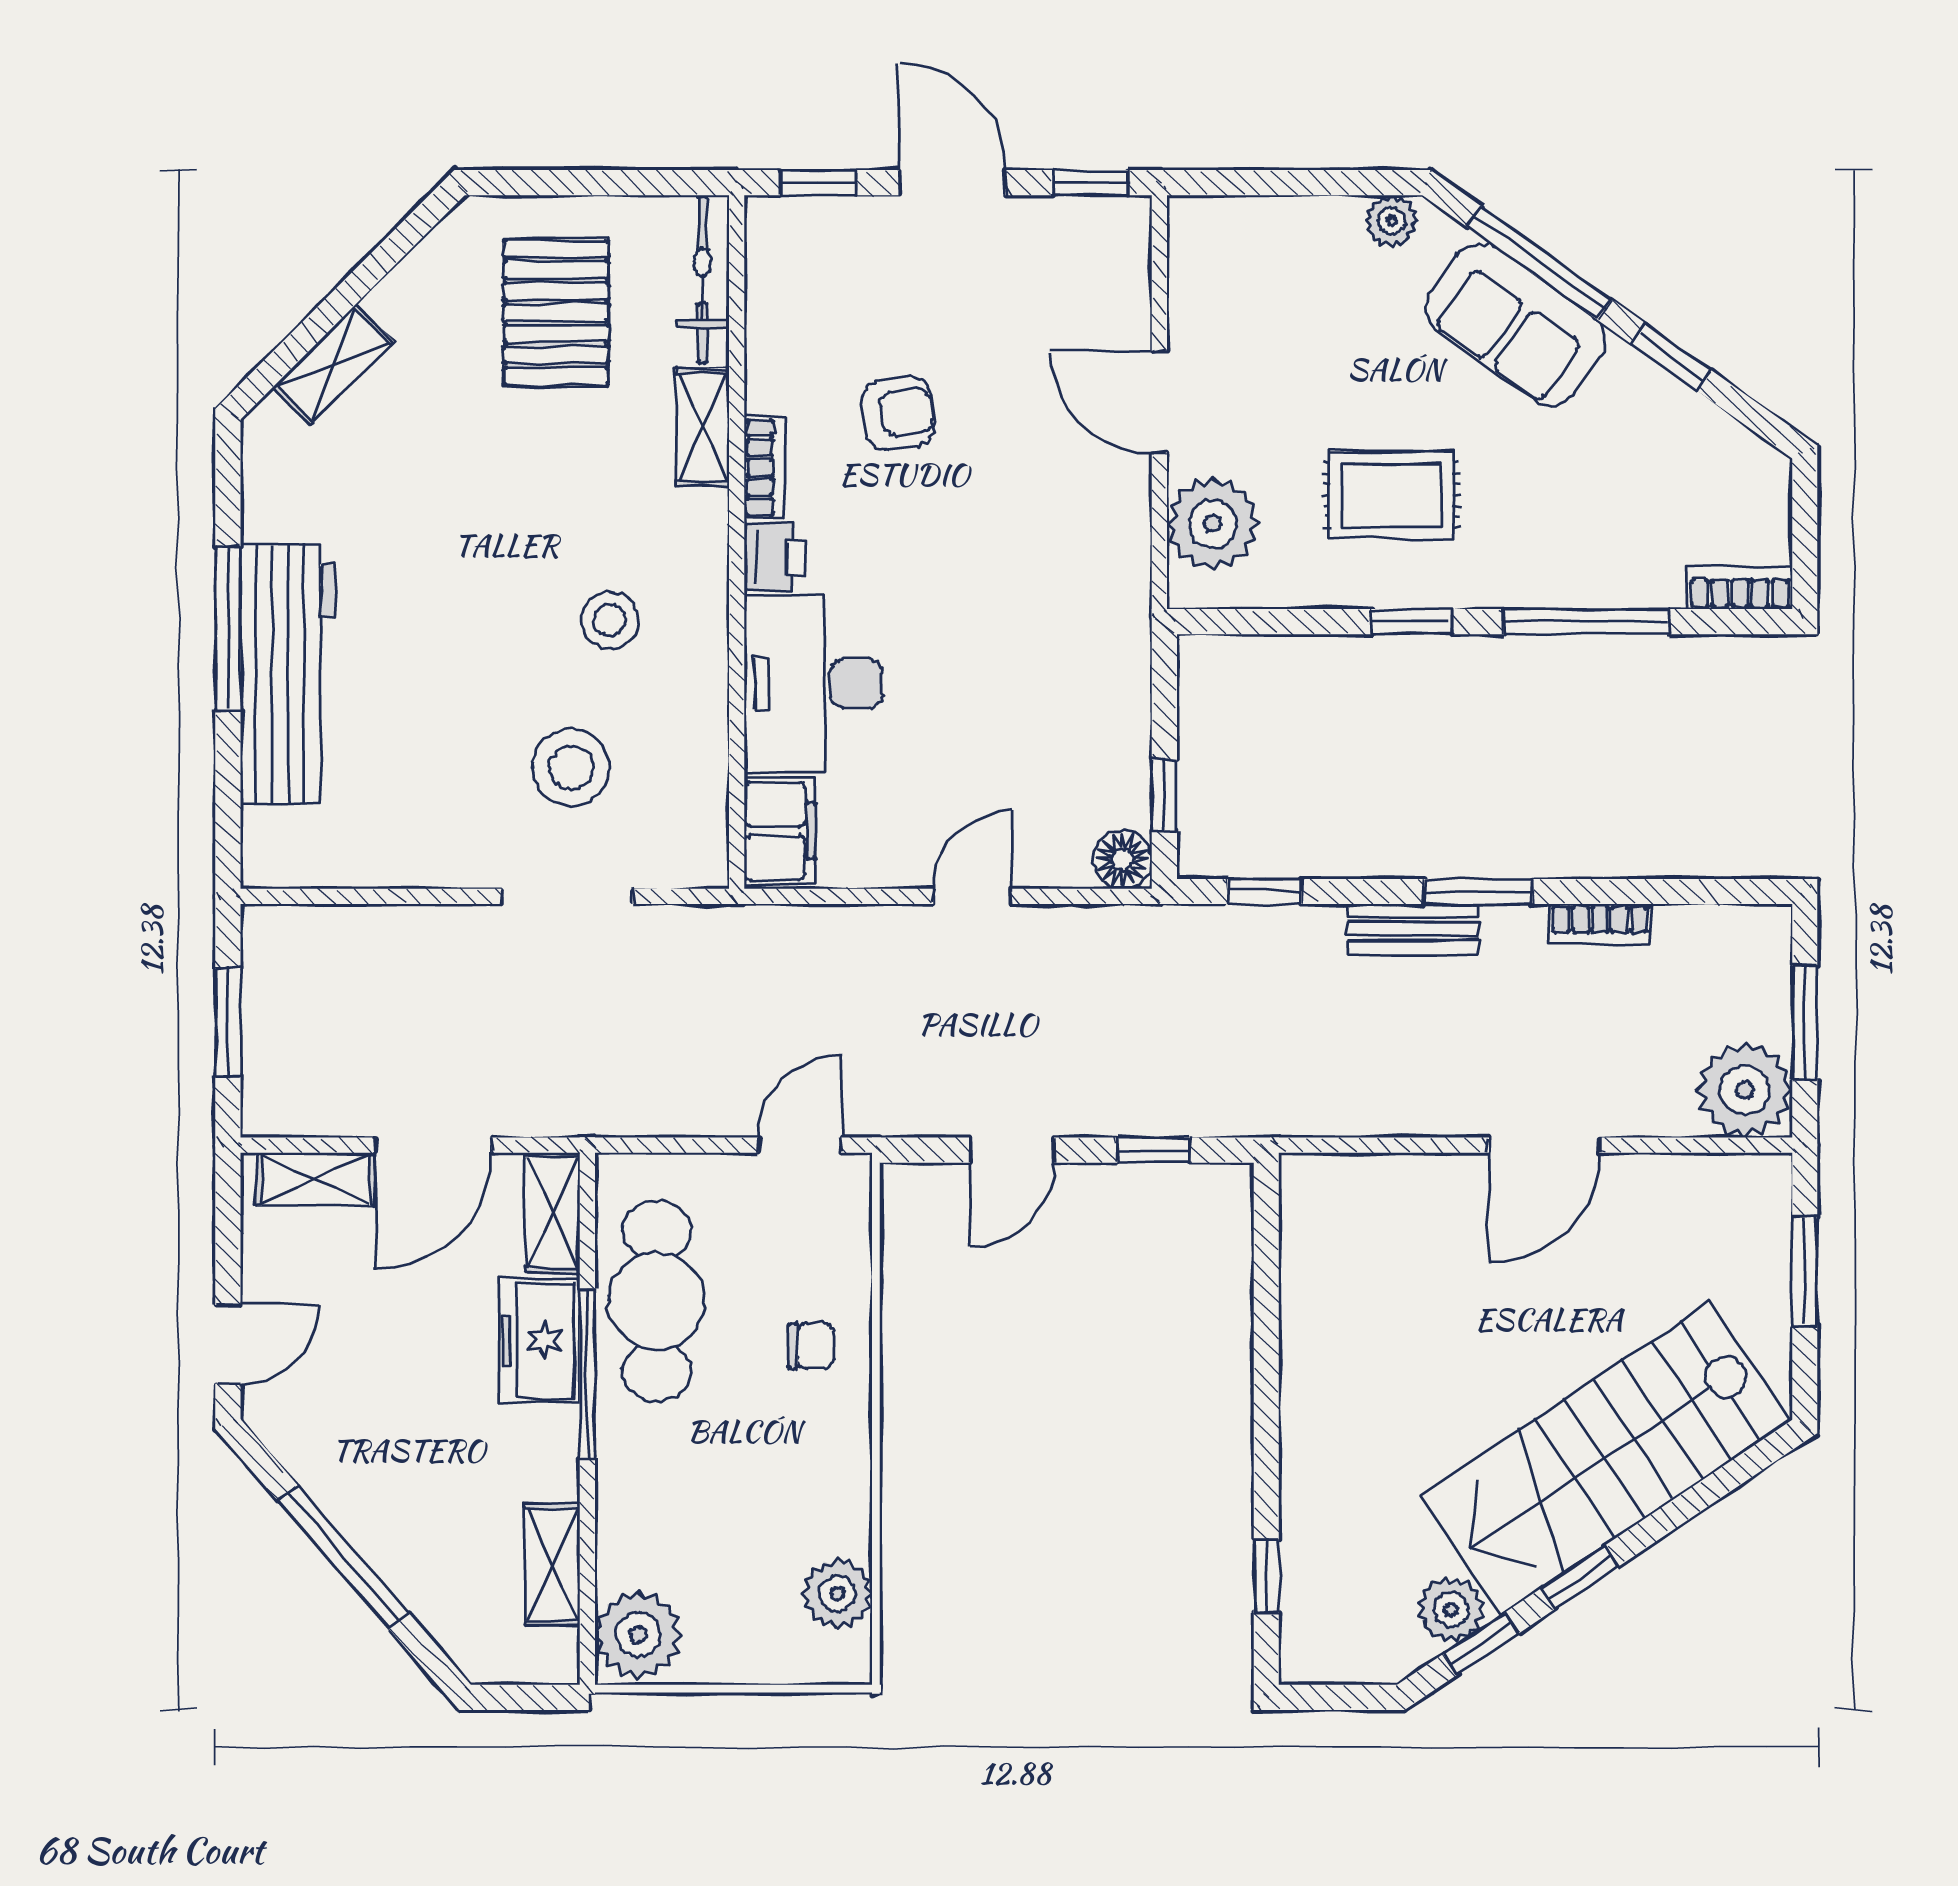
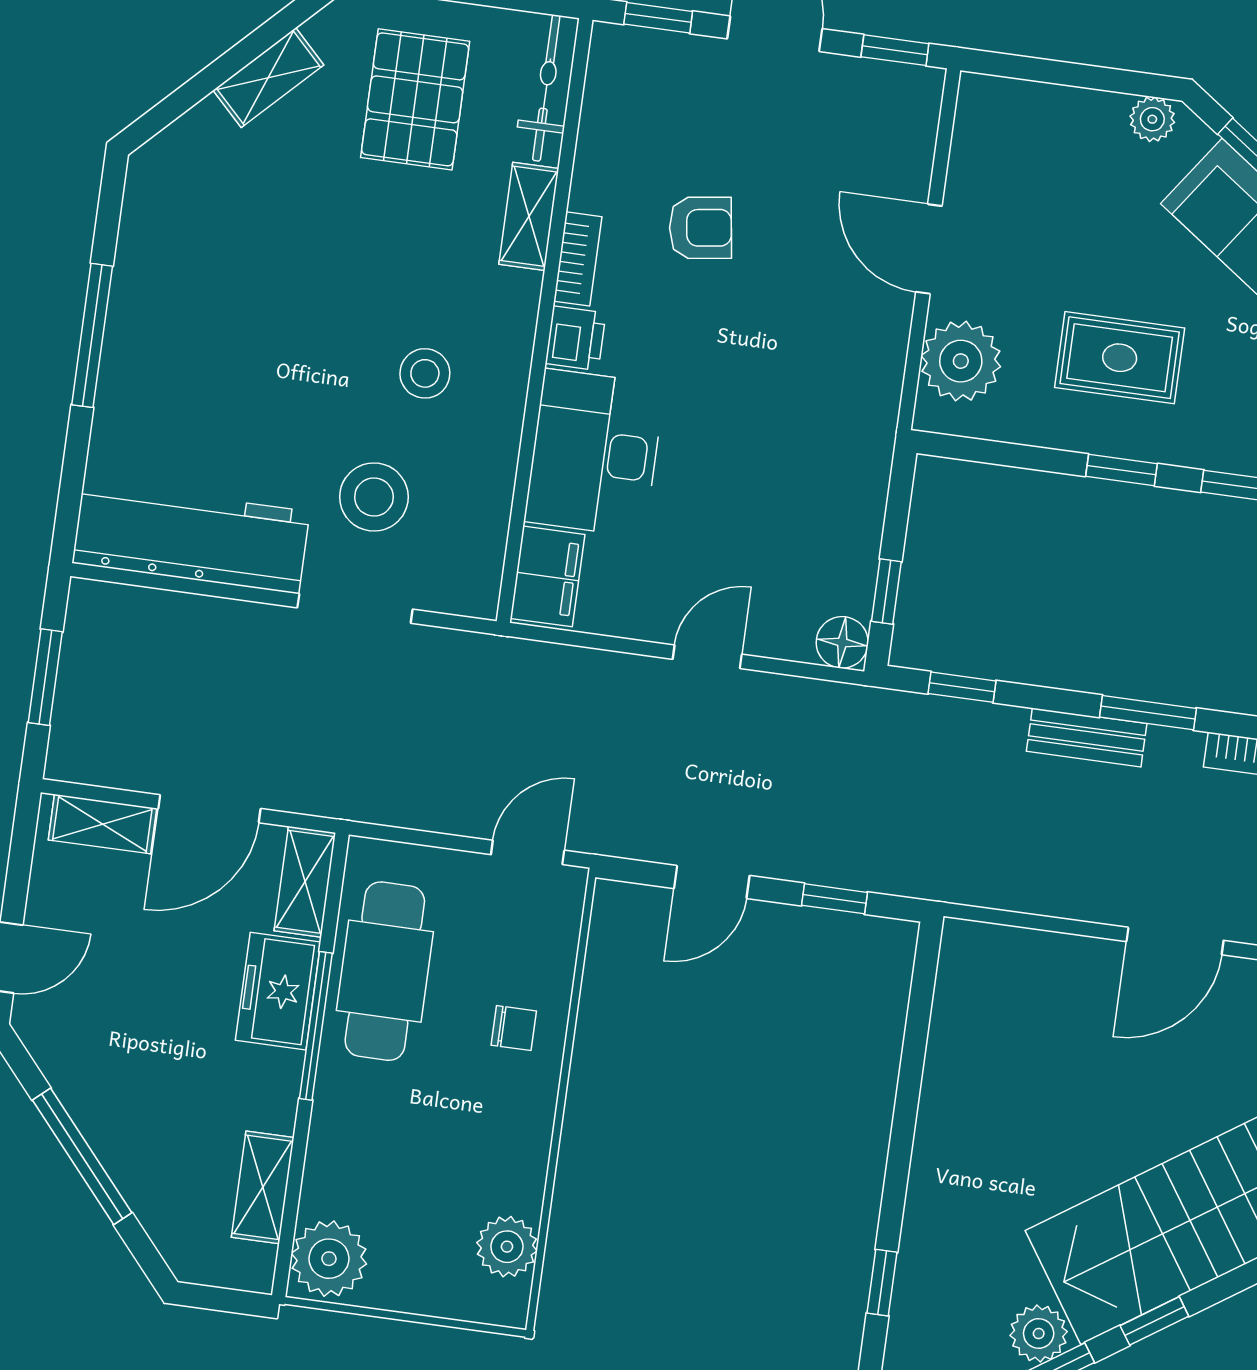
shelving: (333, 365) -> (268, 78), moved
workbench: (288, 674) -> (191, 537), moved, turned -90

